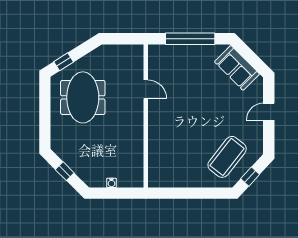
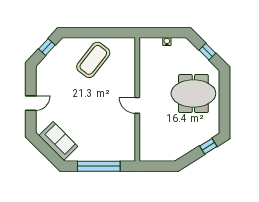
door: (146, 89) -> (137, 105), moved
meeting table: (83, 97) -> (193, 93), moved, turned 90
coffee table: (227, 157) -> (93, 60), moved

